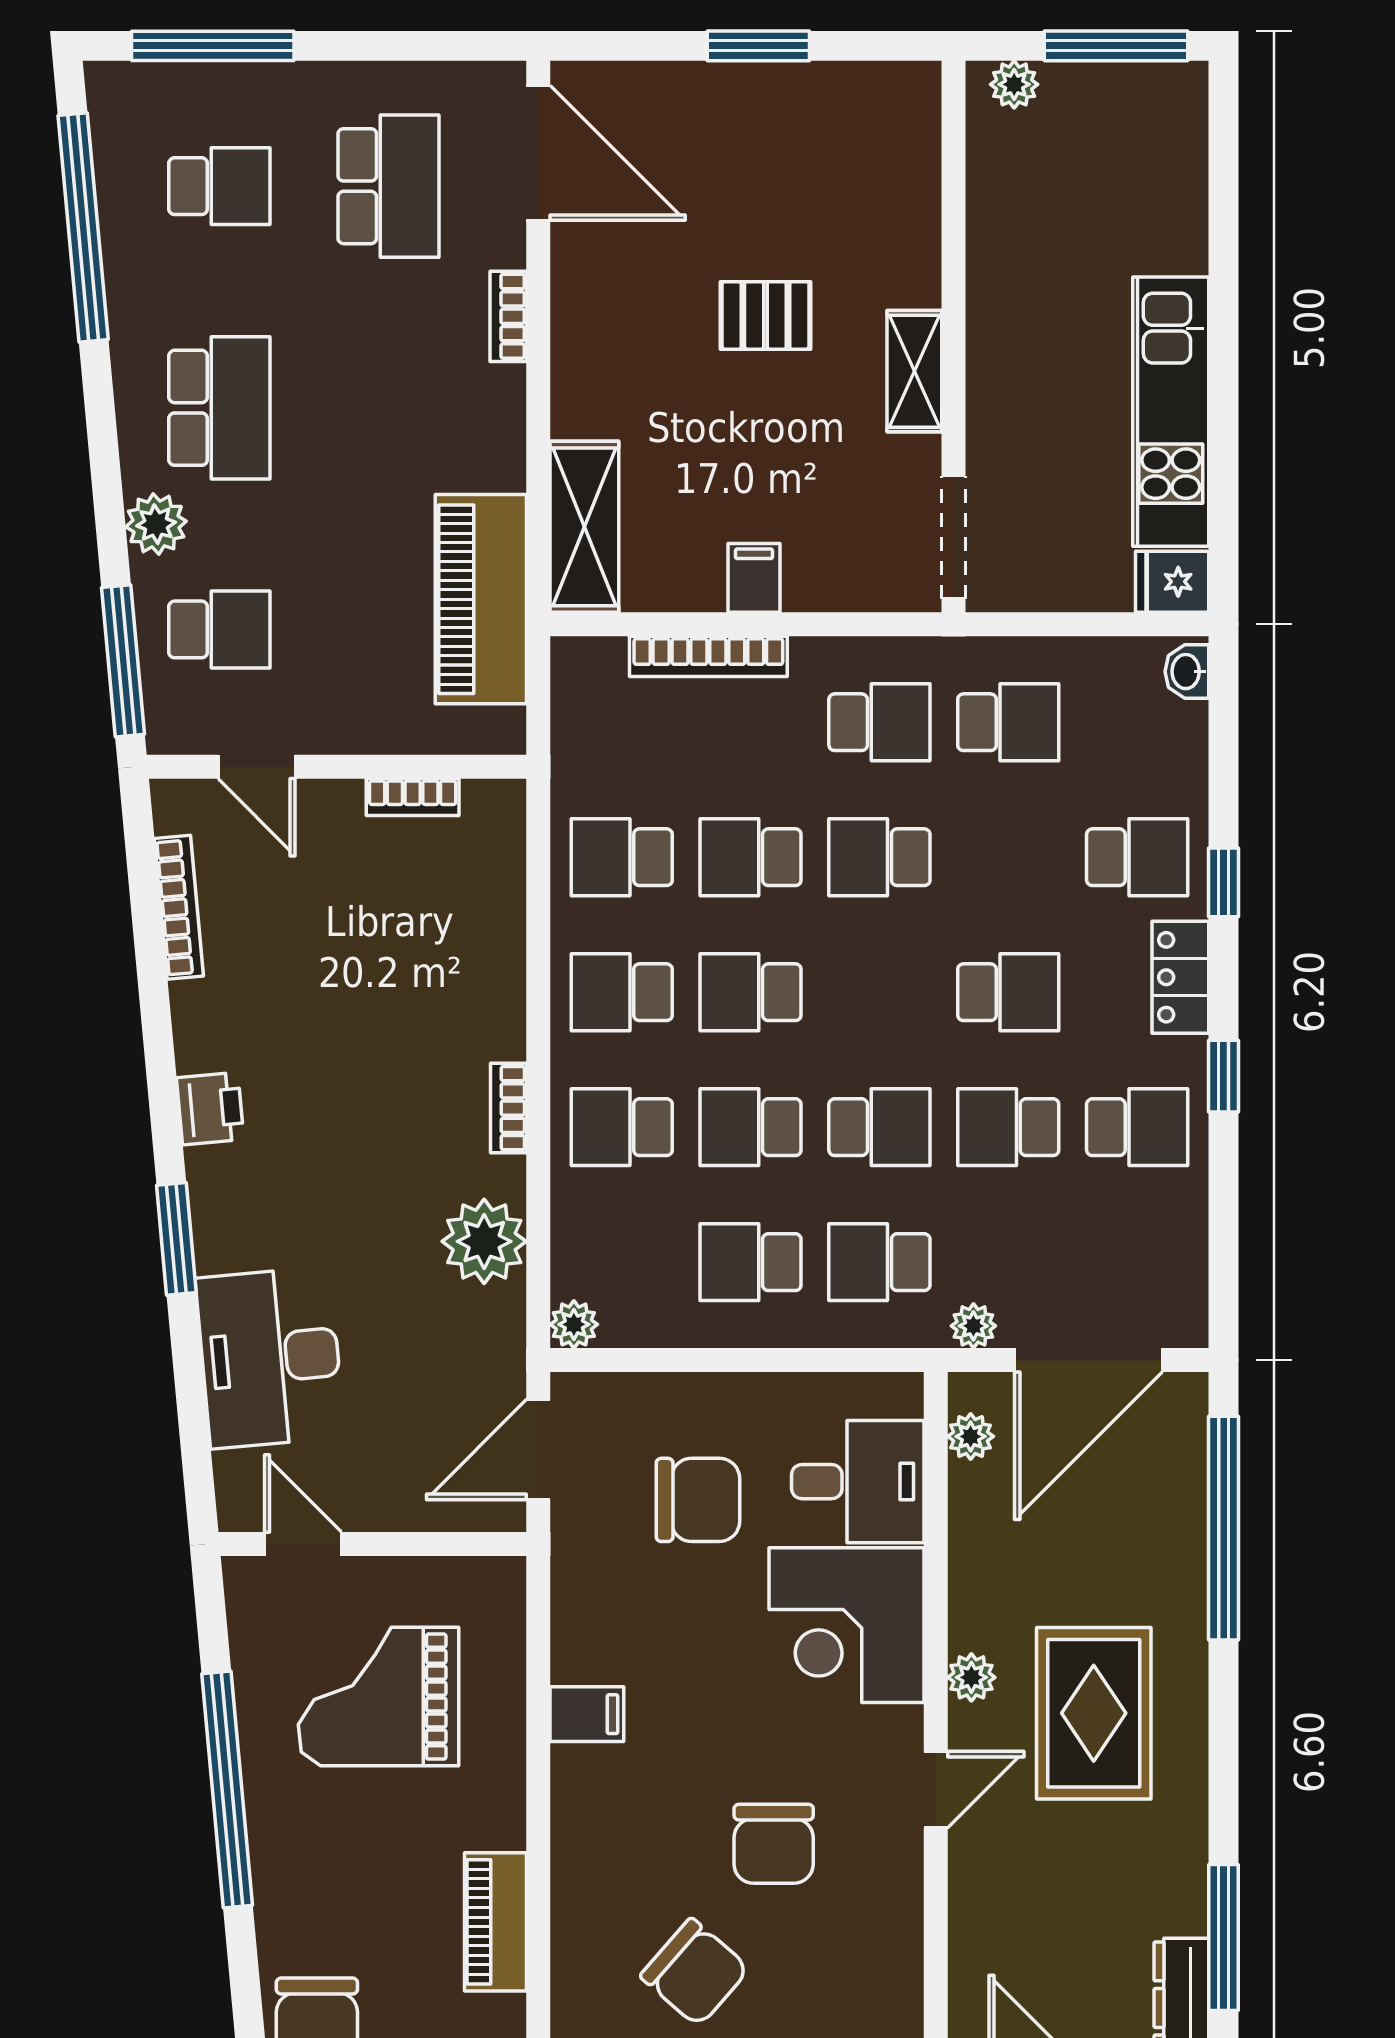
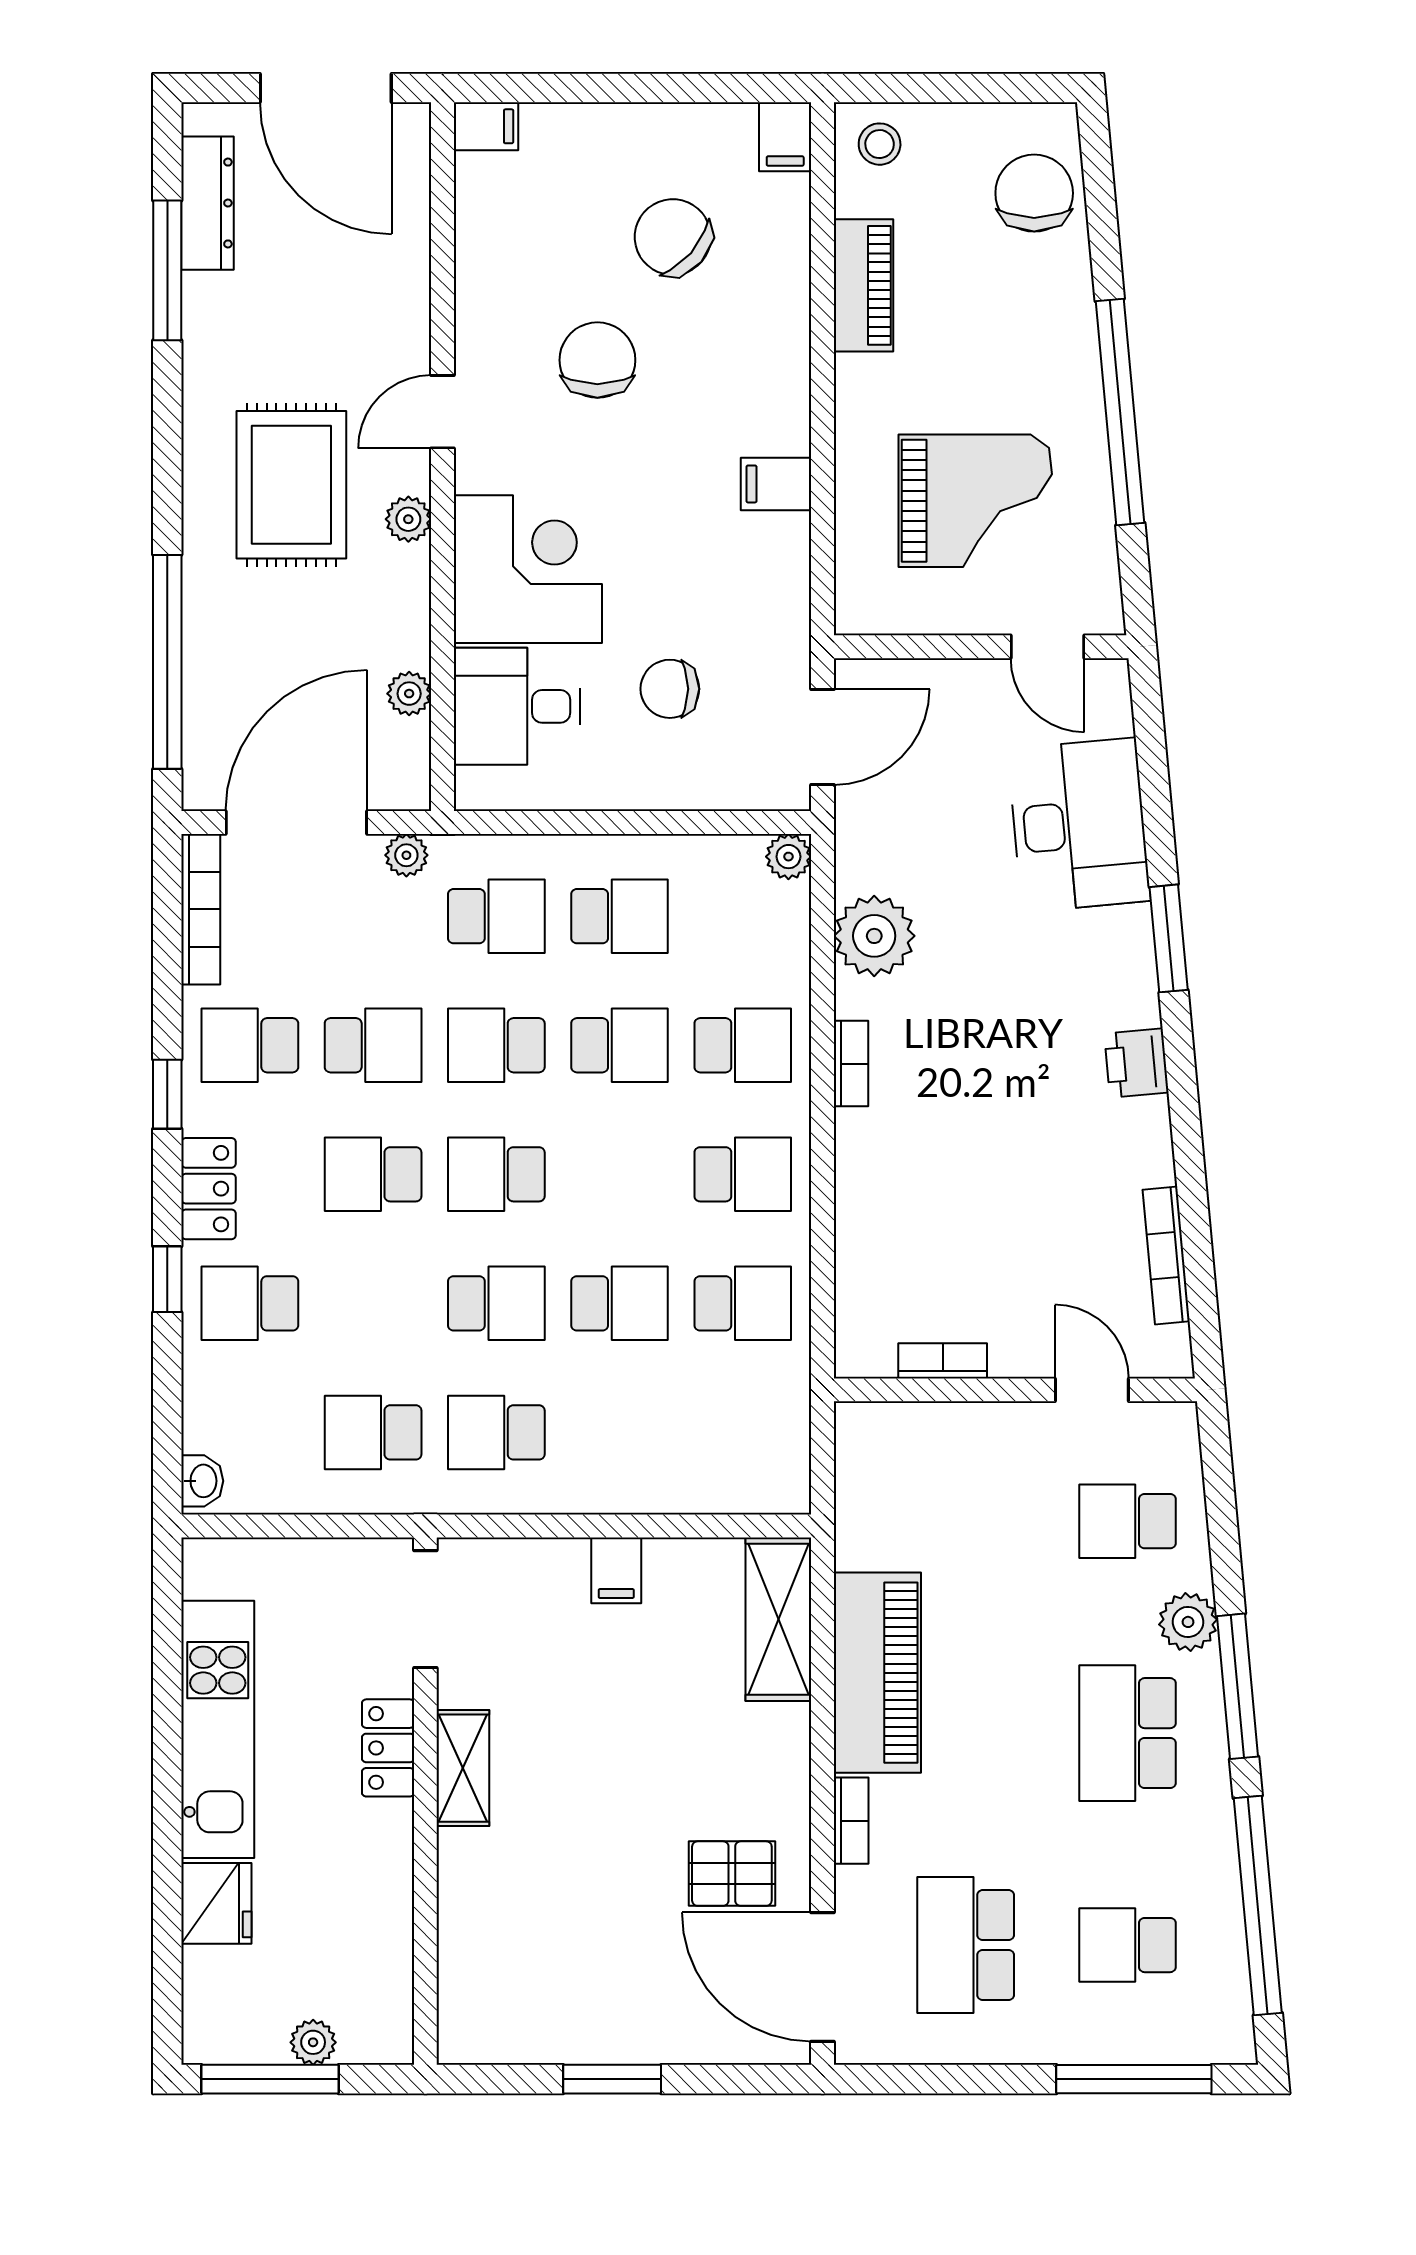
plant: (1014, 84) -> (313, 2042), moved
pallet: (765, 315) -> (732, 1874), moved
locker: (993, 392) -> (388, 1748), added
fridge: (1172, 582) -> (216, 1903), moved, width x1.38
piano: (481, 599) -> (877, 1673), moved
bookcase: (708, 656) -> (201, 909), moved, turned 90
window: (123, 661) -> (1238, 1686), moved
school desk: (751, 992) -> (496, 1174), moved, turned 180
plant: (971, 1436) -> (409, 694), moved
chair: (698, 1500) -> (670, 689), width x0.73, depth x0.73

